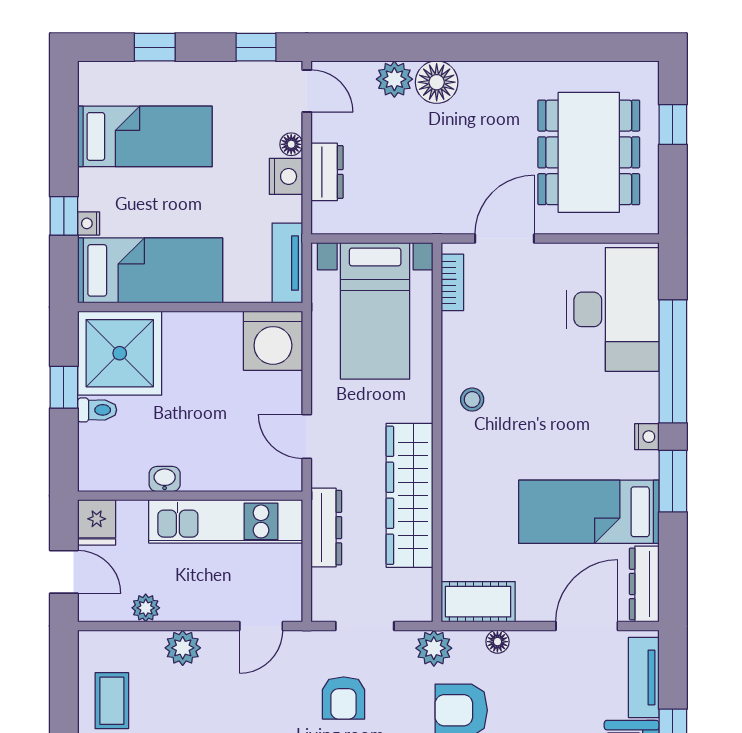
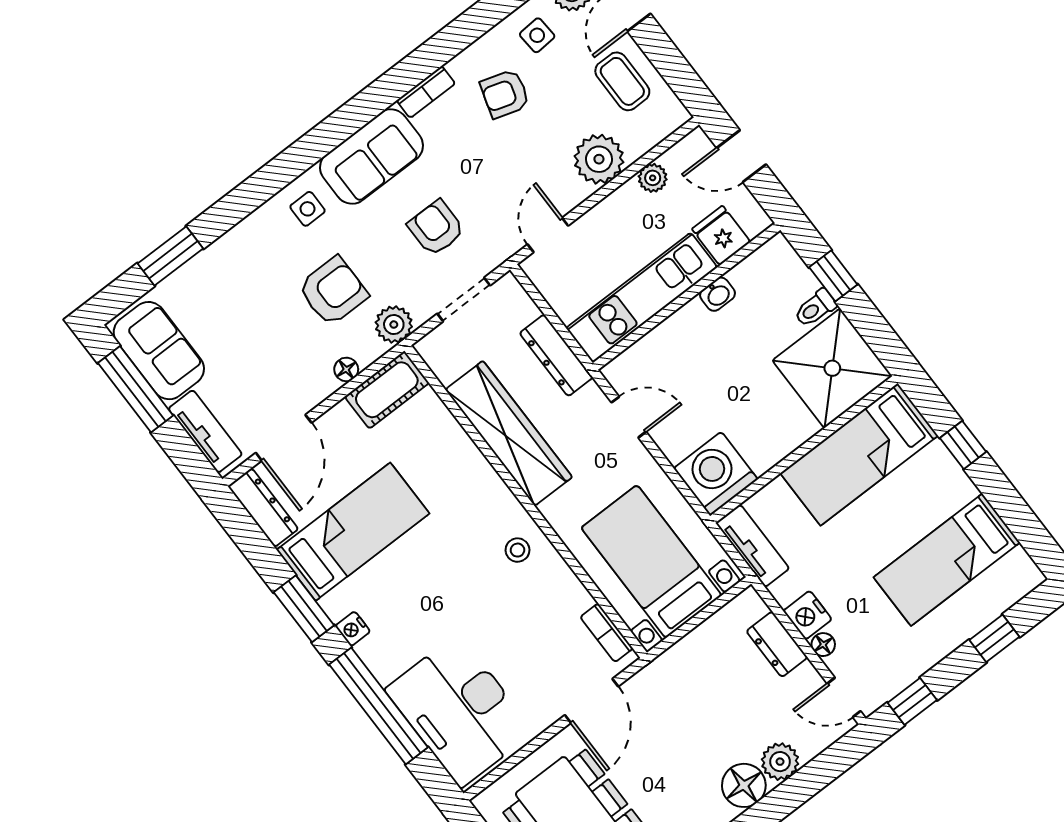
nightstand: (89, 223) -> (938, 454), removed
window: (64, 387) -> (833, 276), moved
fridge: (97, 522) -> (721, 235), moved
plant: (183, 648) -> (599, 159), width x1.36, depth x1.36

